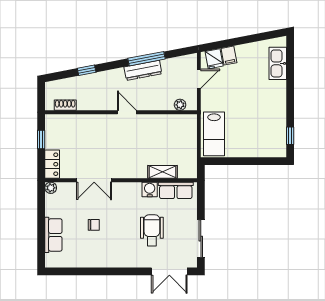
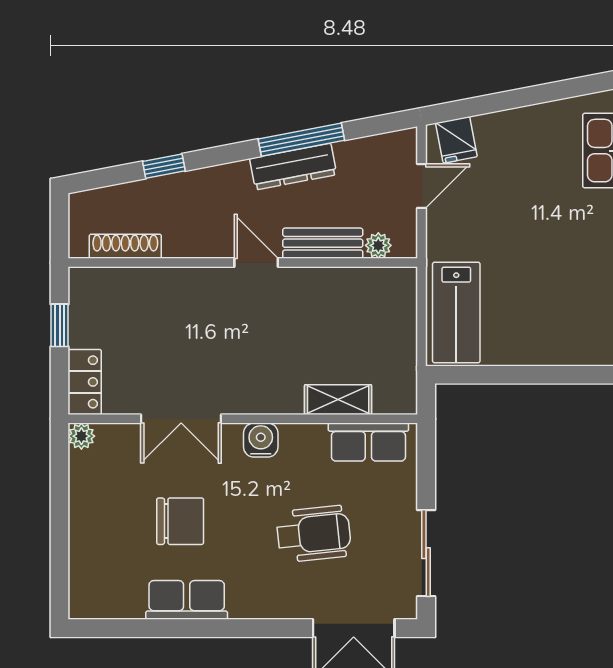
filing cabinet: (229, 56) -> (491, 132), removed
bench: (156, 104) -> (323, 243), added
shoe rack: (65, 105) -> (125, 246), width x1.43
water cooler: (150, 189) -> (261, 440), moved
chair: (94, 225) -> (180, 521), width x1.87, depth x1.87
wheelchair: (152, 230) -> (314, 534), turned 84
row of seats: (53, 235) -> (187, 600), moved, turned -90

